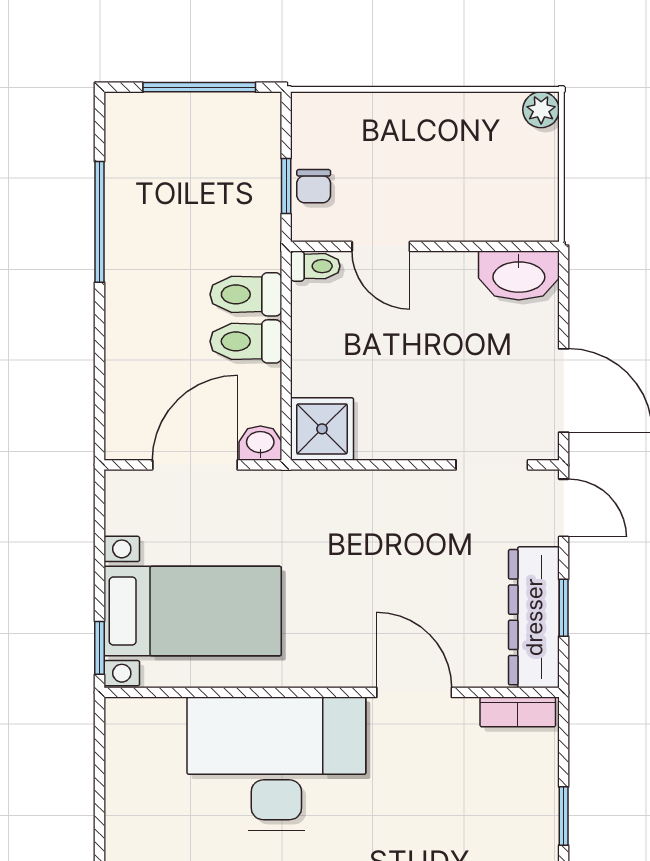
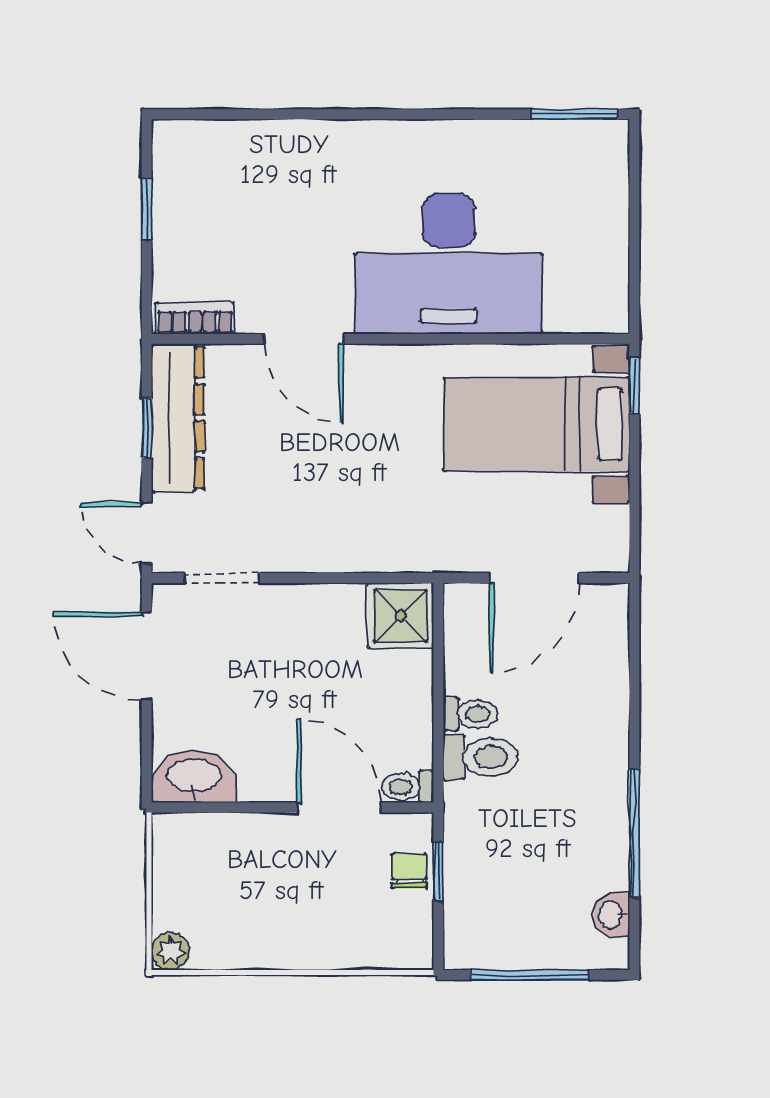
door: (381, 246) -> (339, 808), width x1.38
toilet: (246, 341) -> (470, 714), width x0.73, depth x0.72
washbasin: (260, 443) -> (612, 915), moved, turned 90

